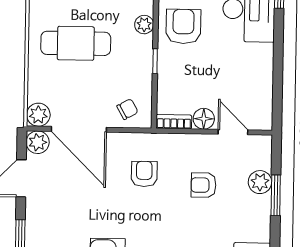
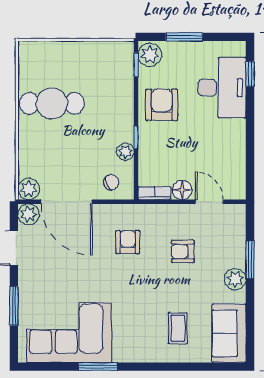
plant: (144, 25) -> (125, 152), moved
cafe table: (76, 43) -> (52, 103), moved
plant: (260, 182) -> (235, 279), moved

